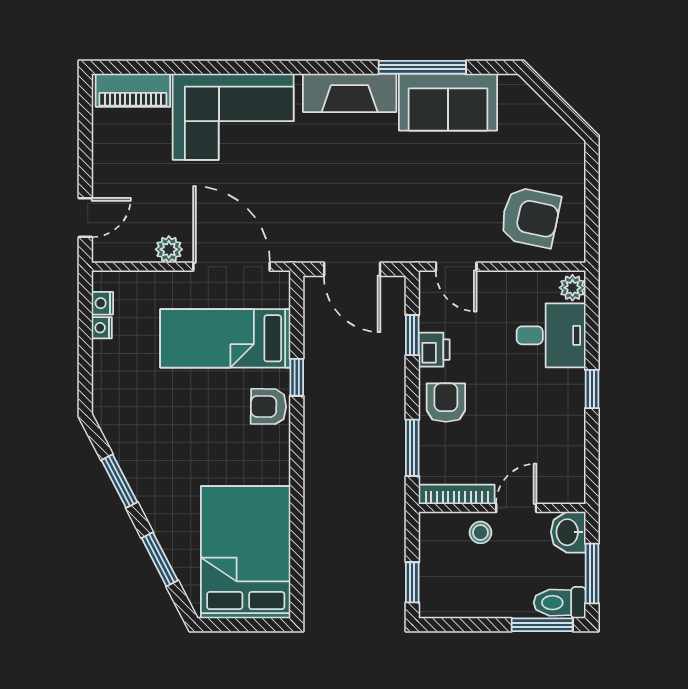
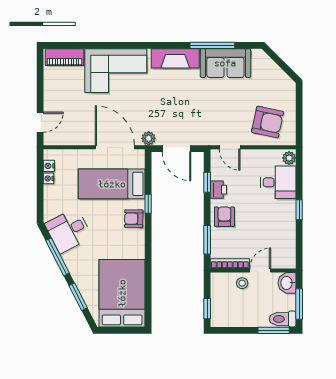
plant: (169, 249) -> (149, 138), moved
desk: (141, 430) -> (68, 230), added
window: (119, 481) -> (57, 257), width x1.44

